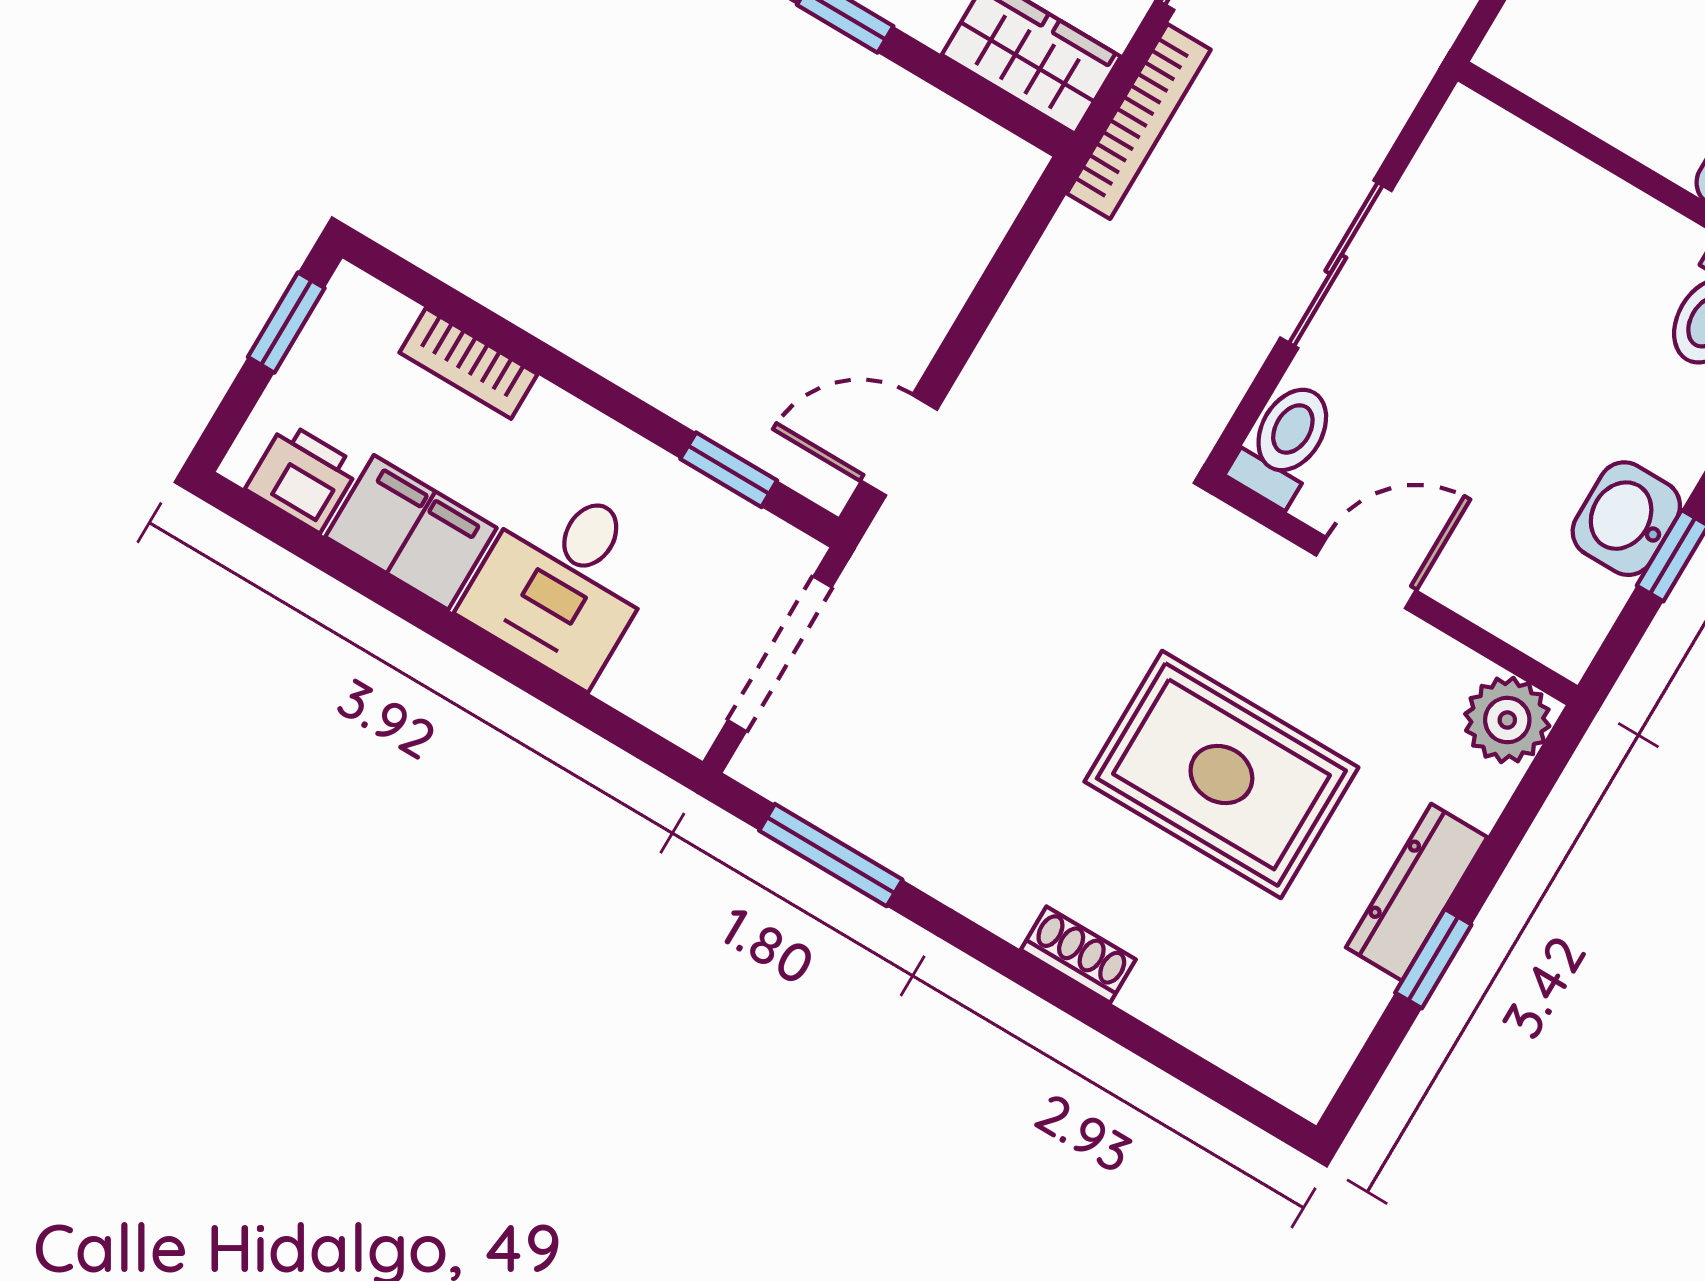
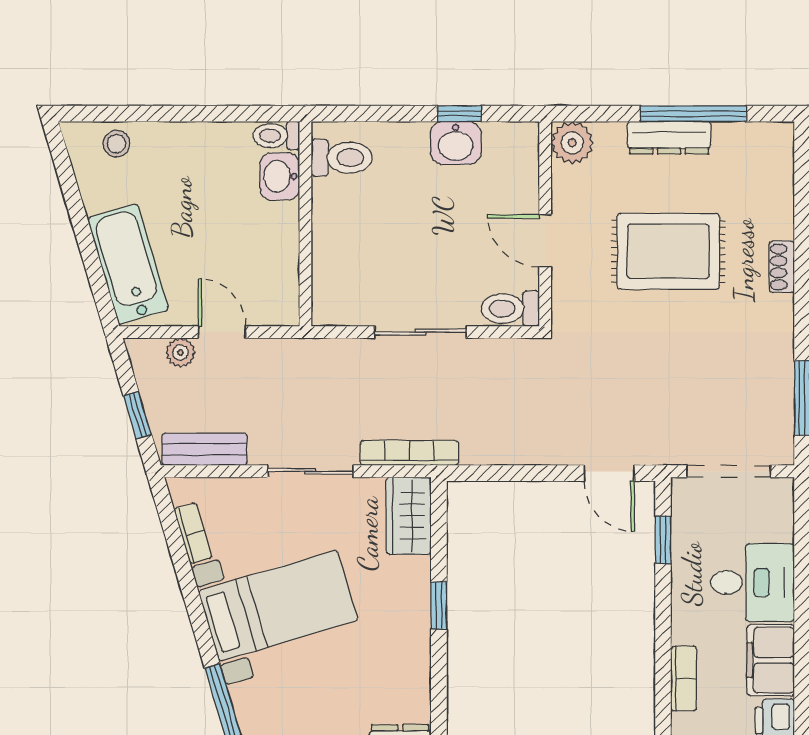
rug: (1221, 774) -> (668, 251), turned 90
window: (1433, 959) -> (693, 114), width x2.17

